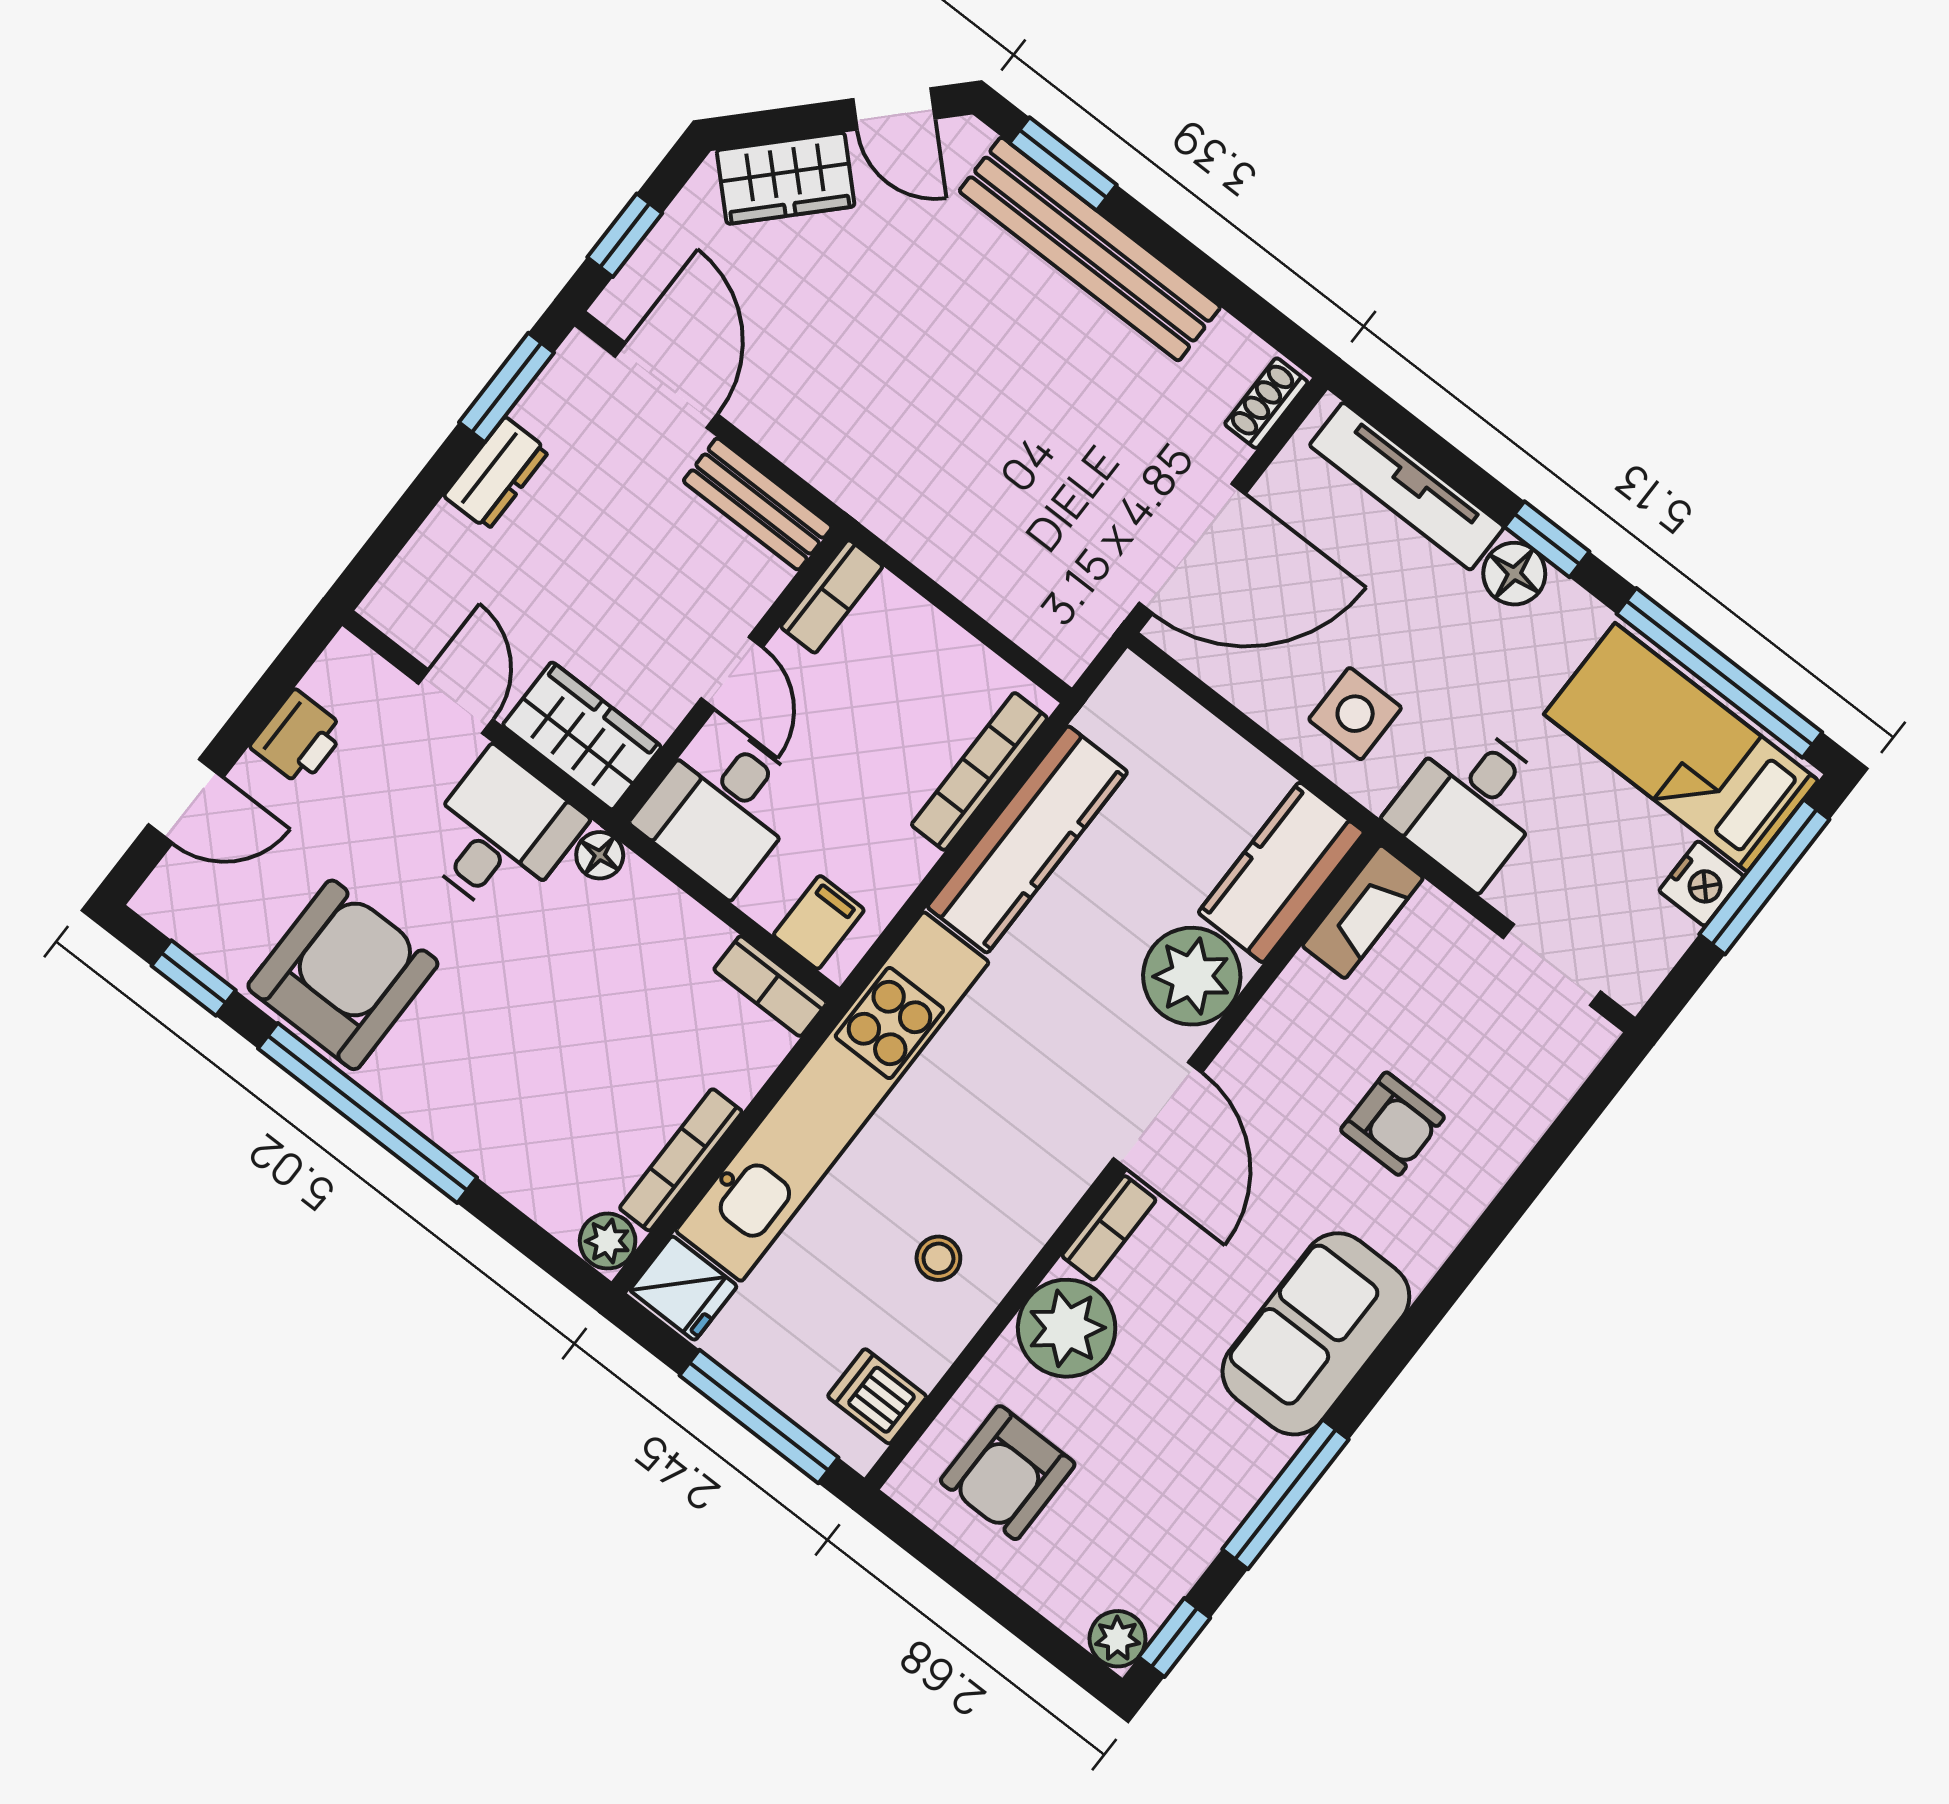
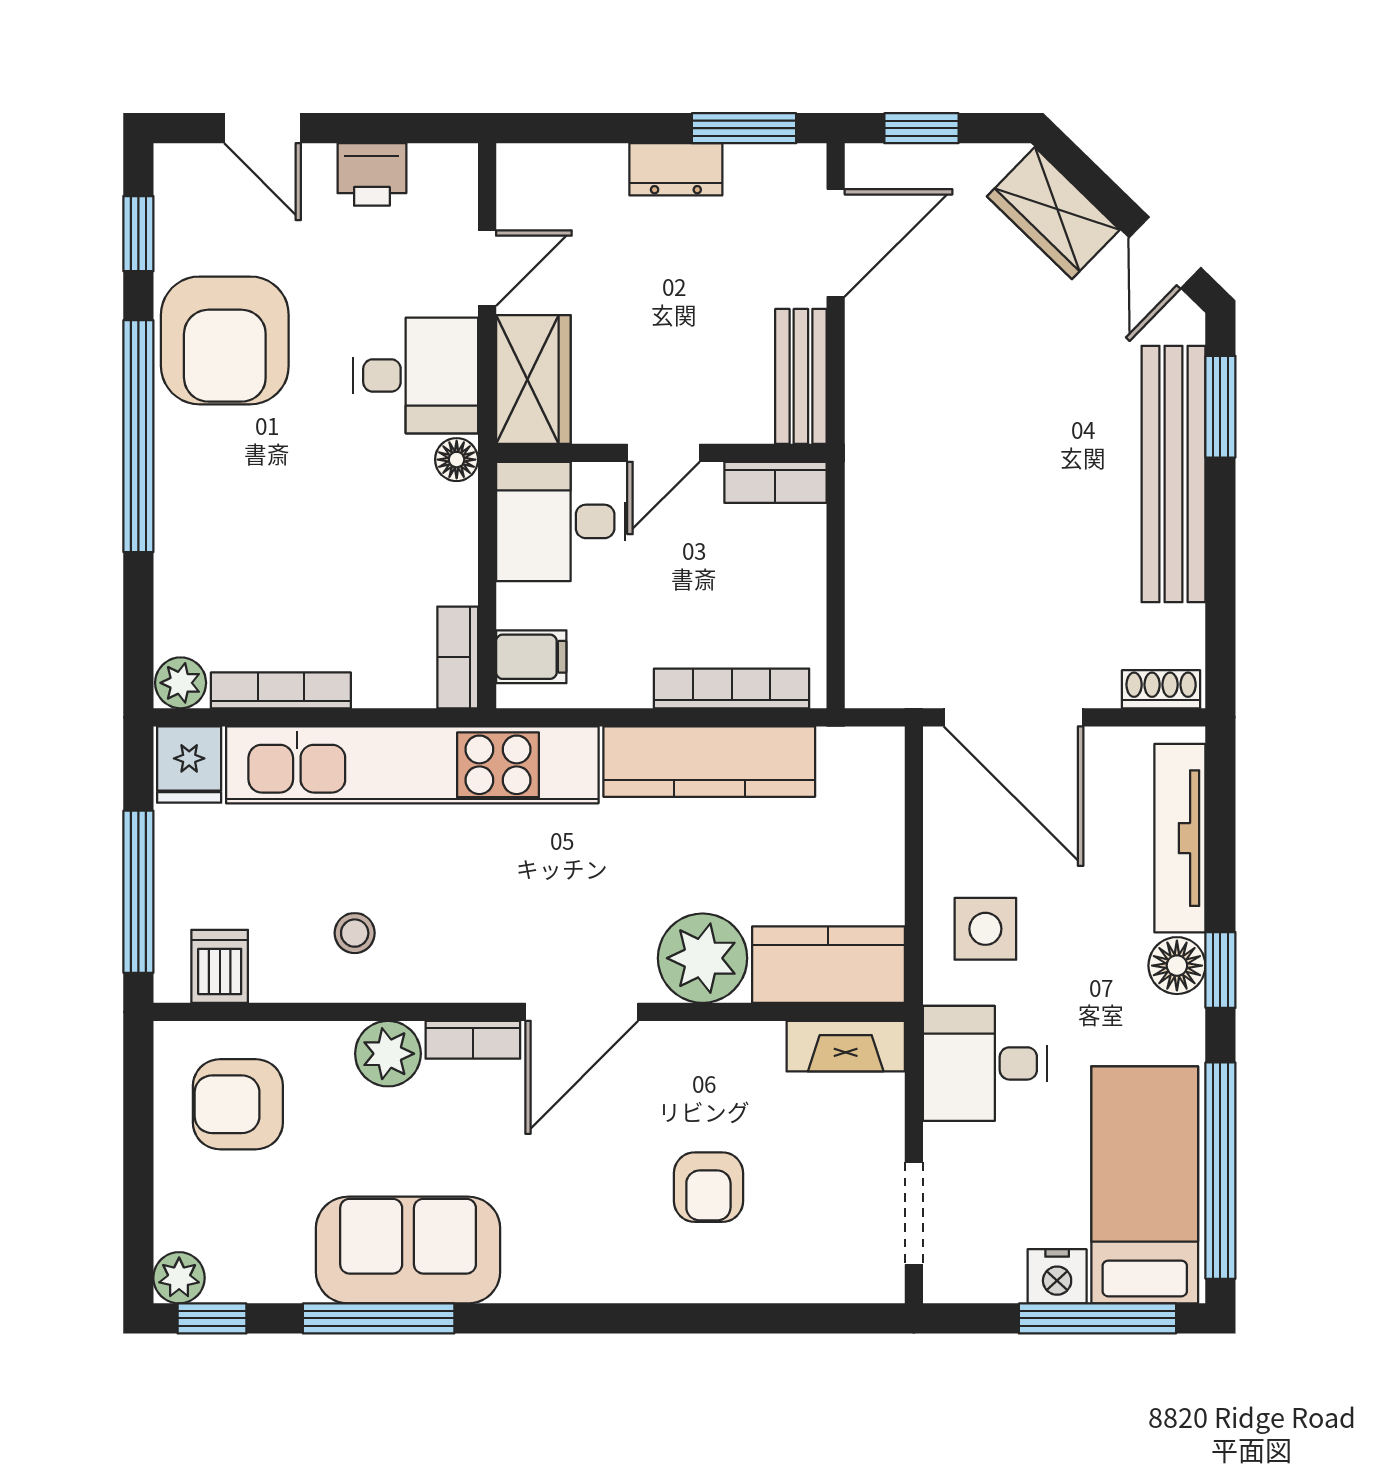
armchair: (343, 975) -> (225, 340), turned 90
plant: (1067, 1328) -> (388, 1054), width x0.73, depth x0.73
sofa: (1316, 1334) -> (408, 1250), moved

